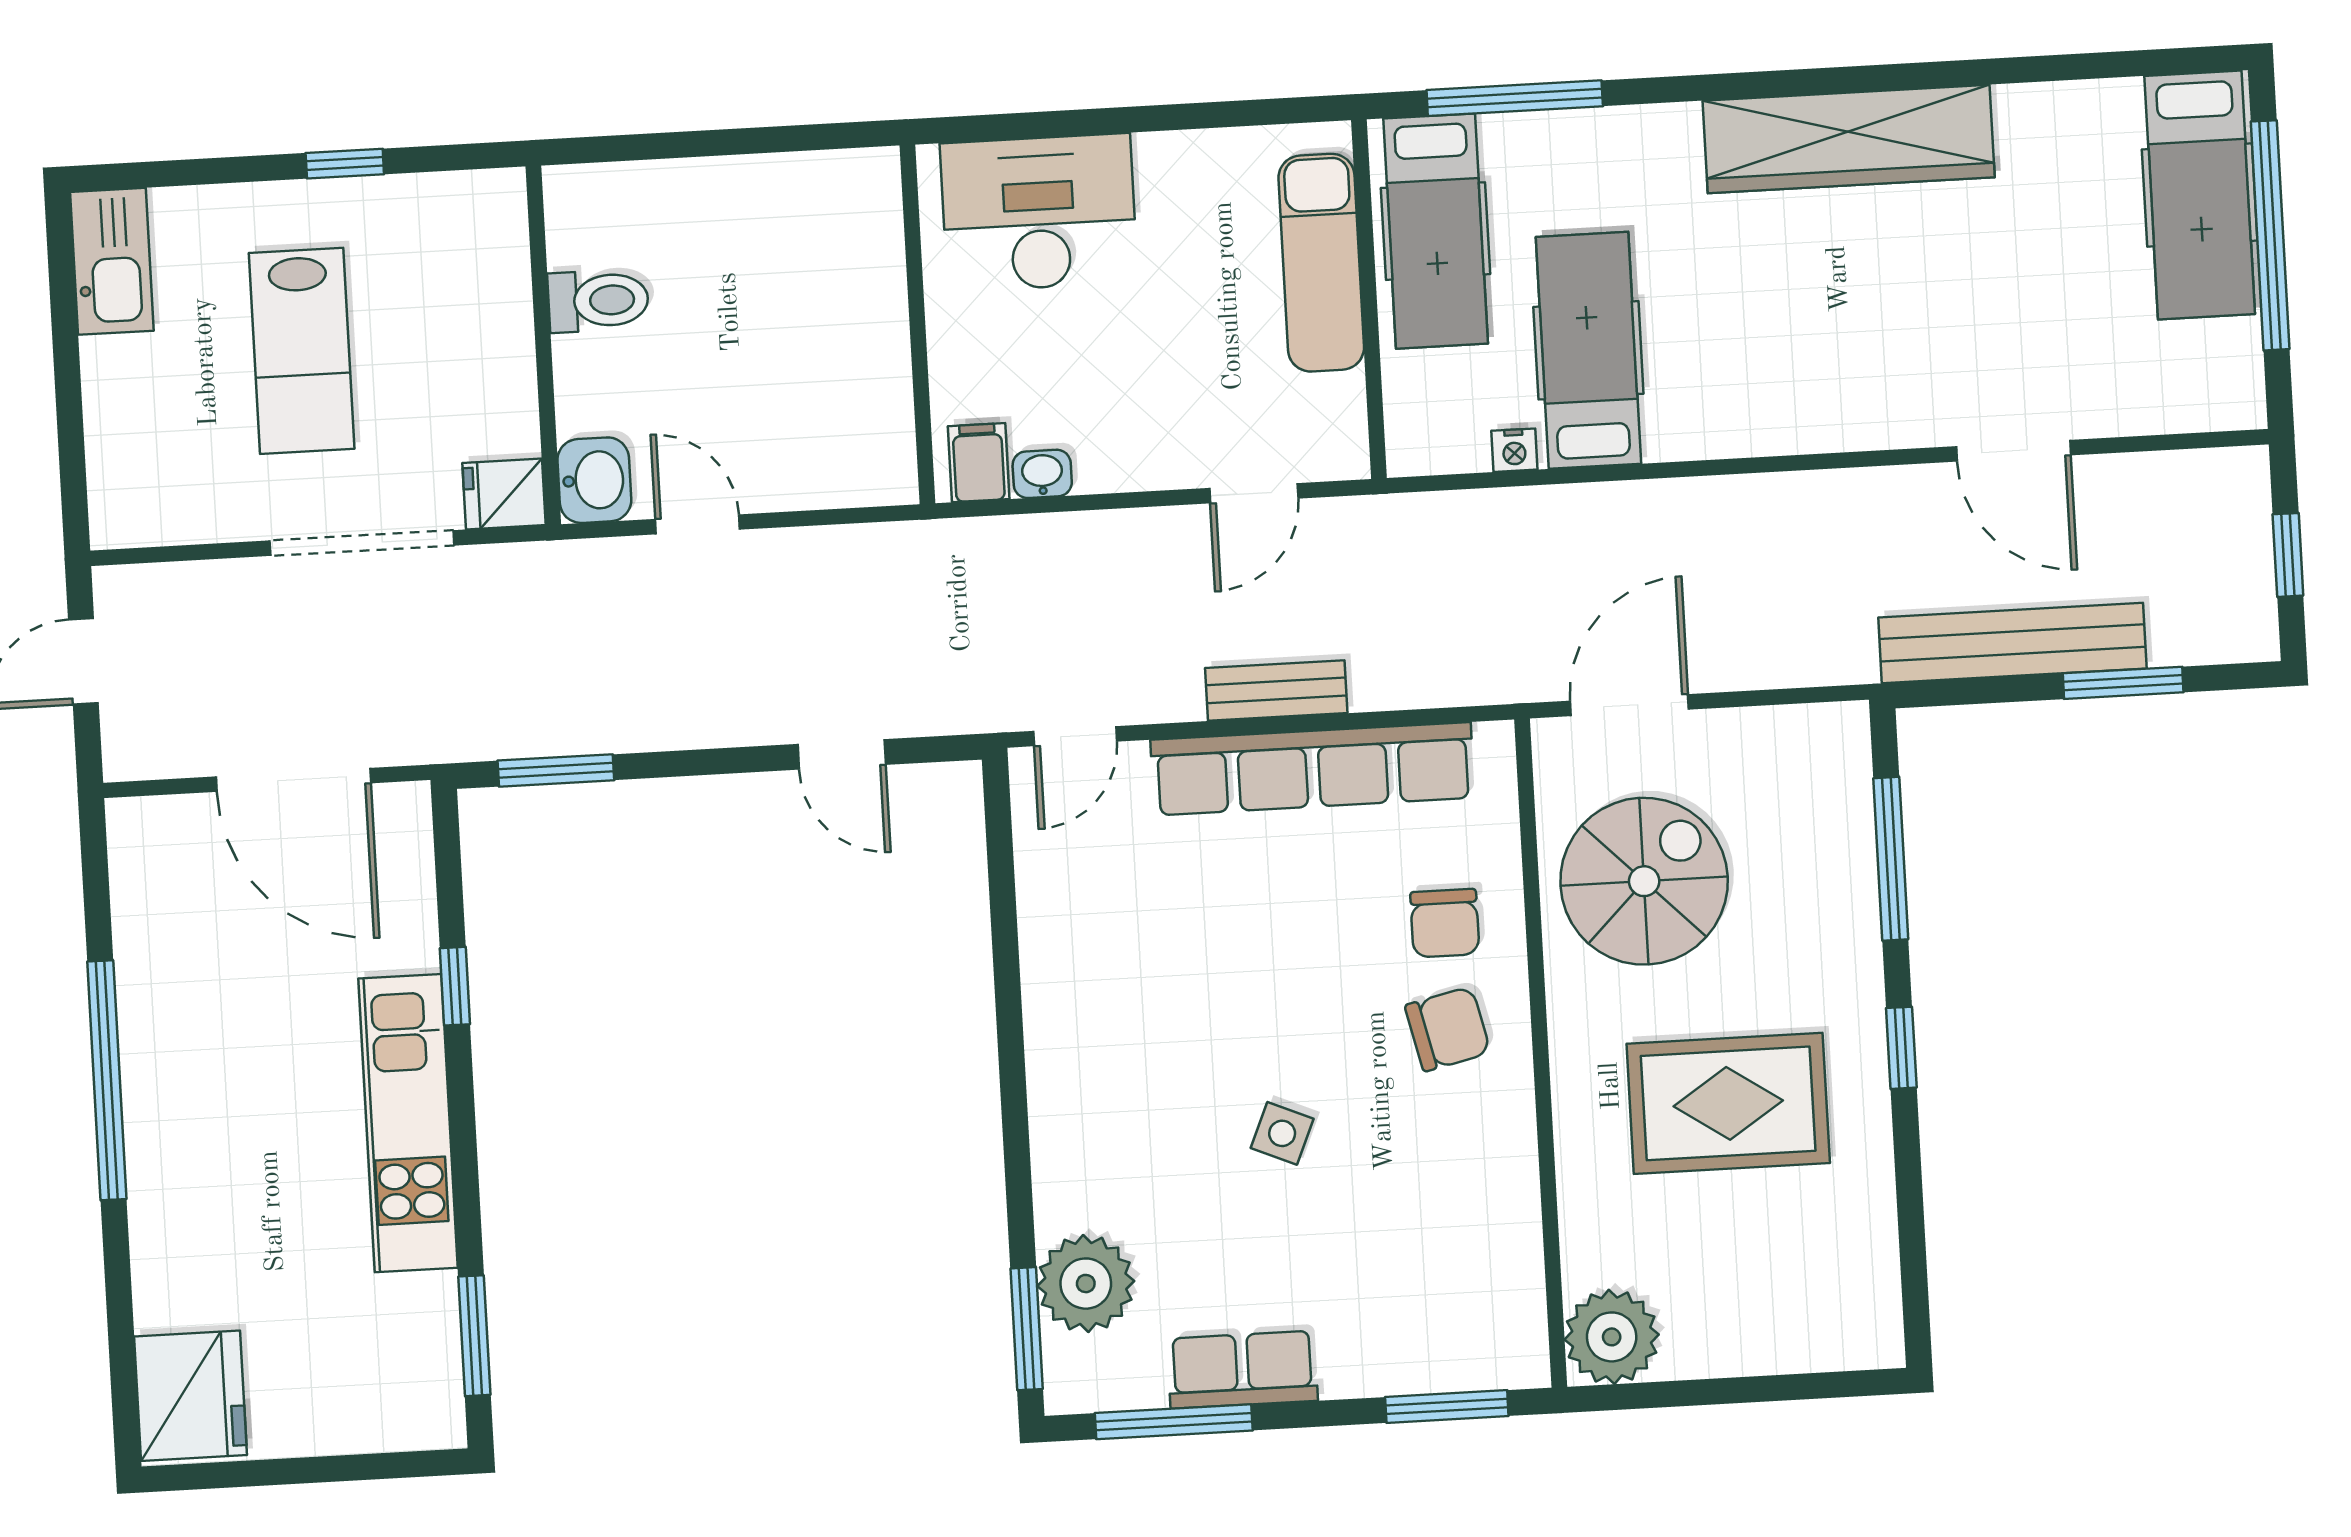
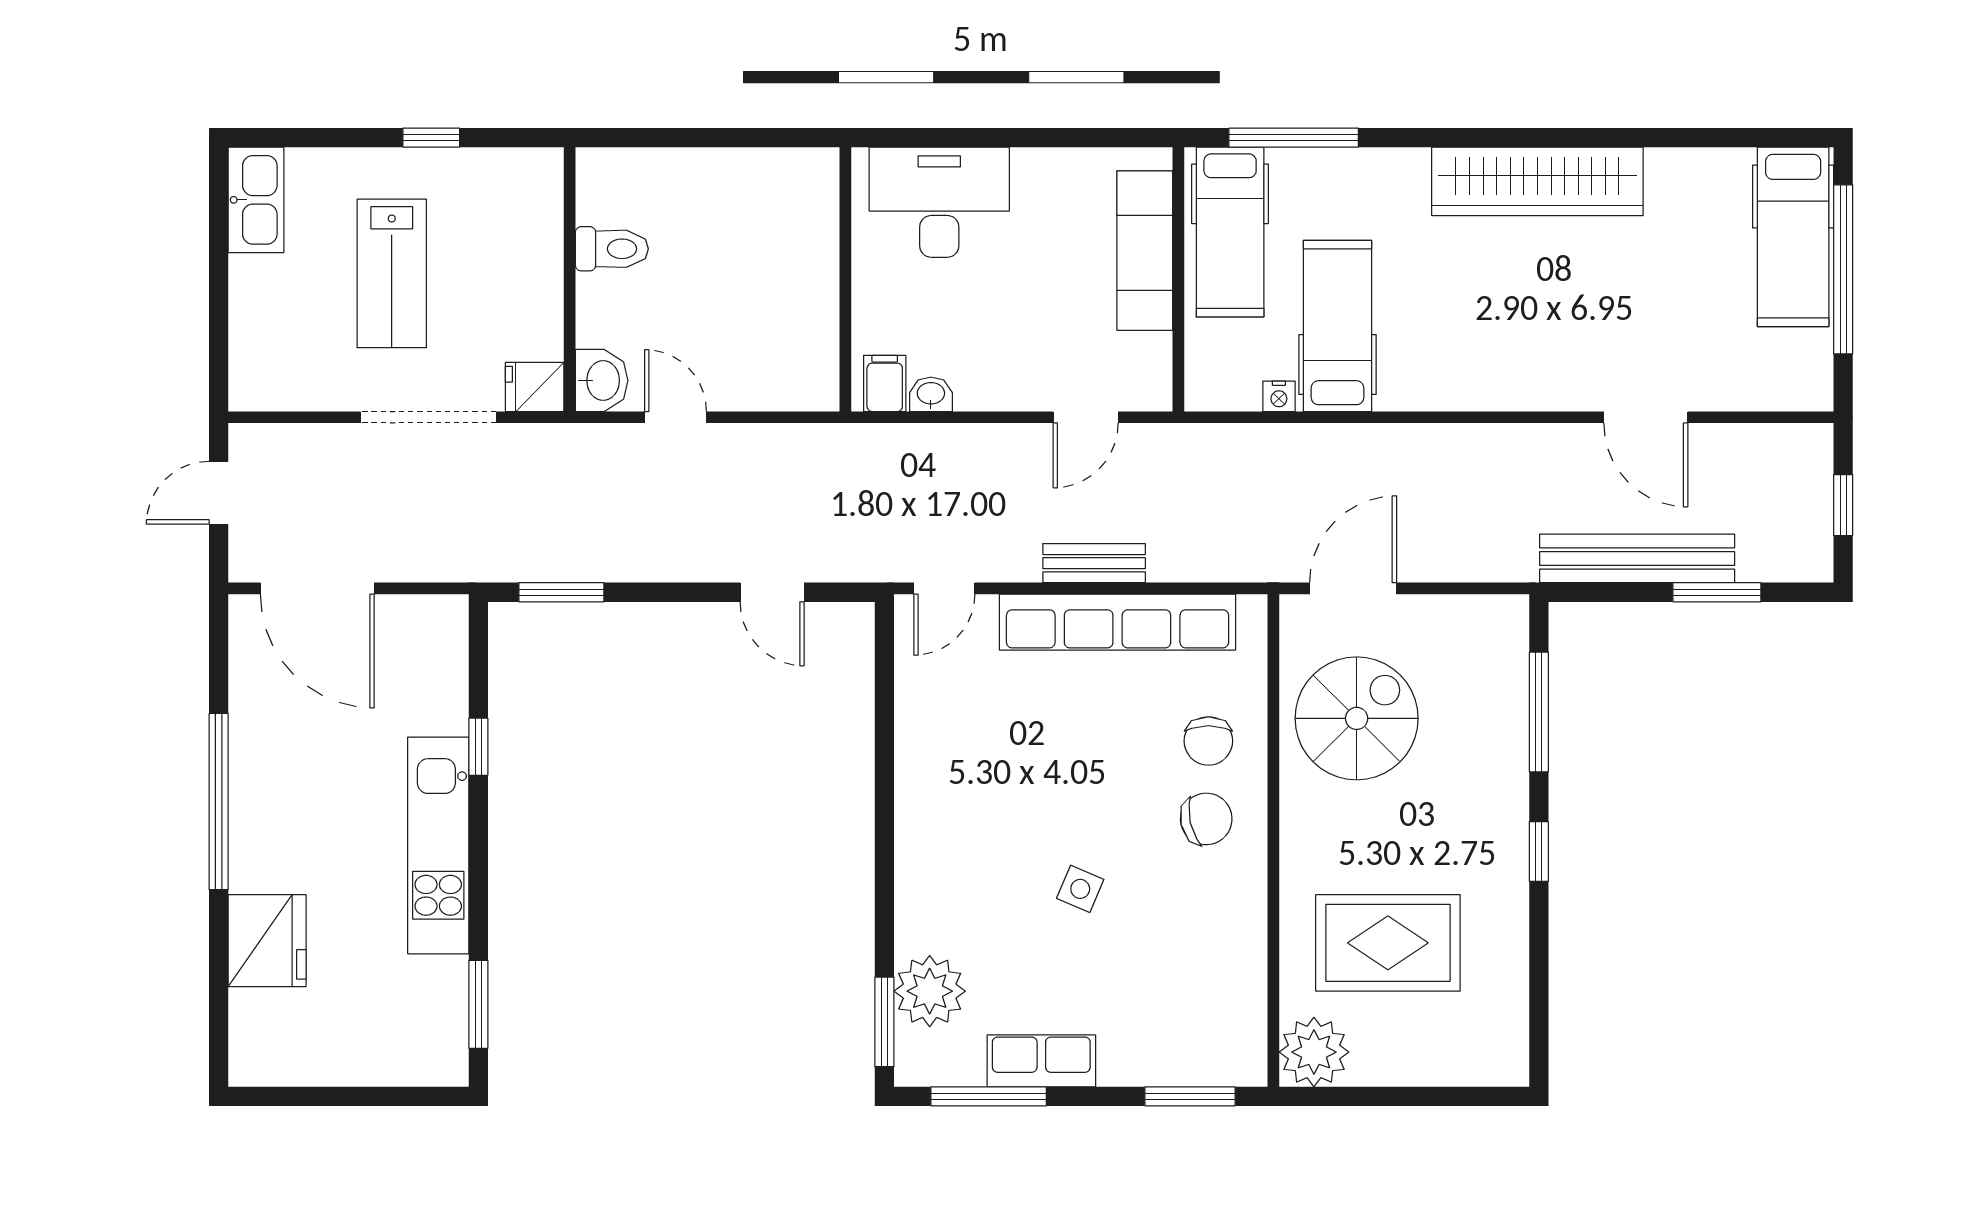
door: (293, 780) -> (317, 588), moved
rug: (1728, 1103) -> (1388, 943), moved
fridge: (190, 1396) -> (267, 941), moved

